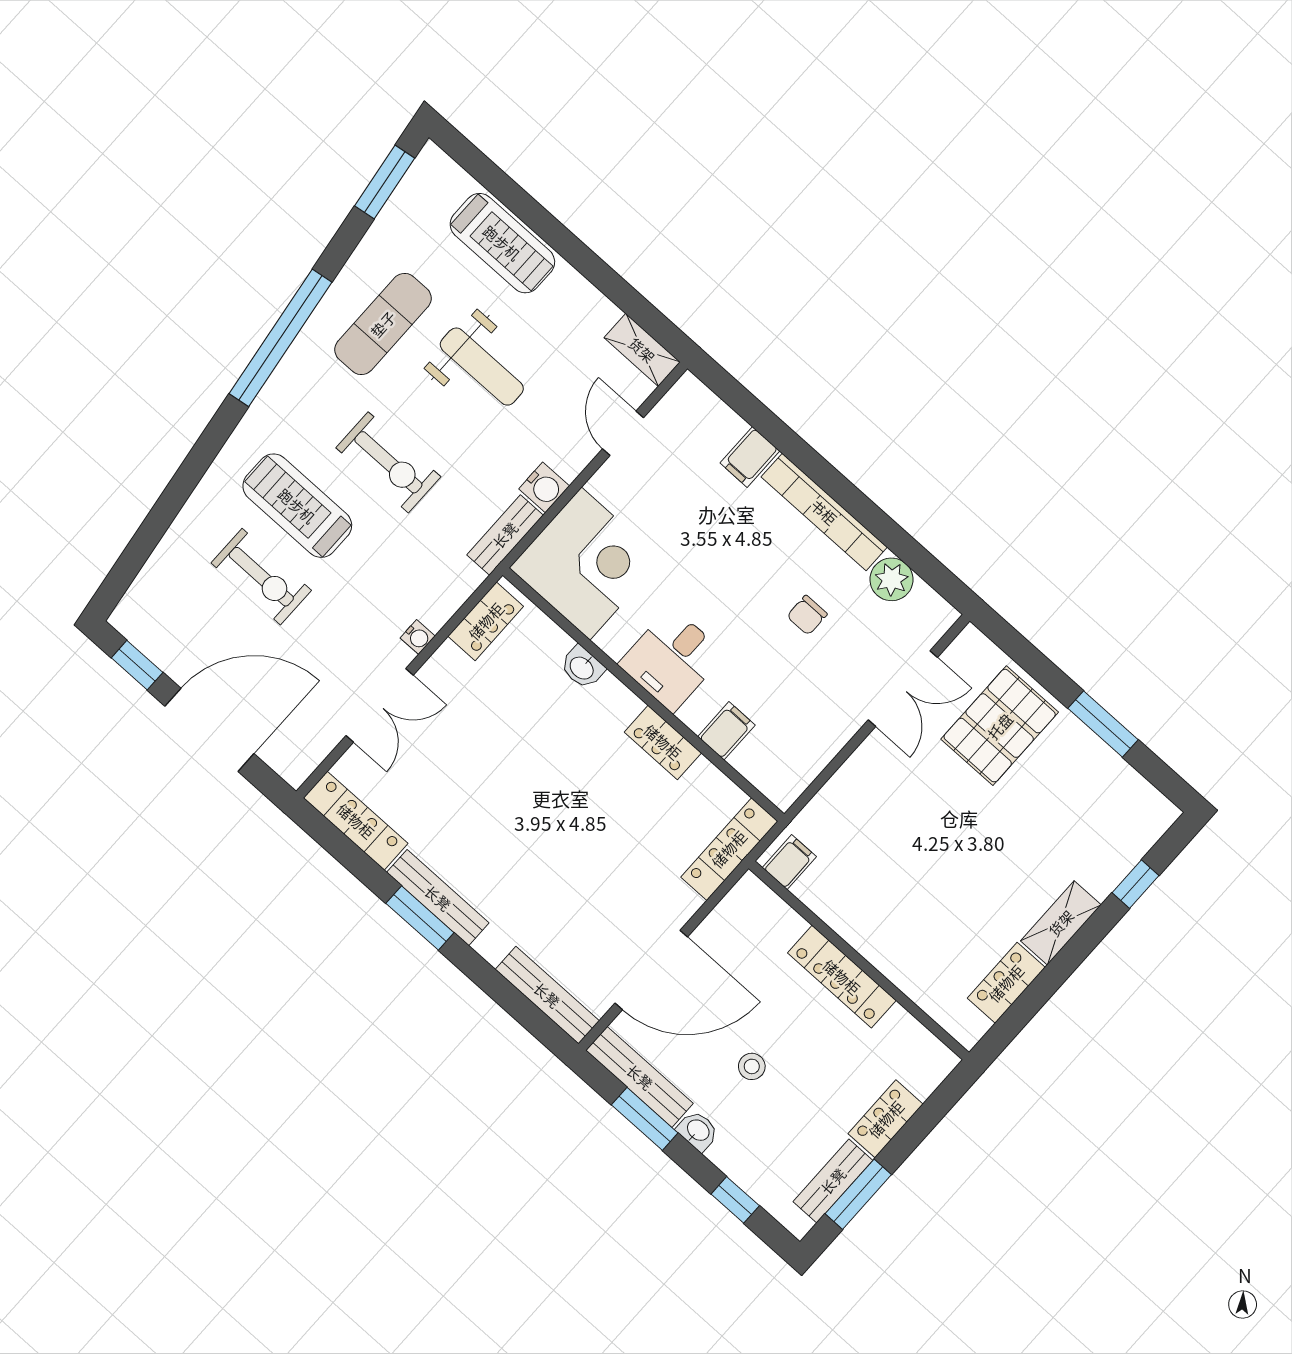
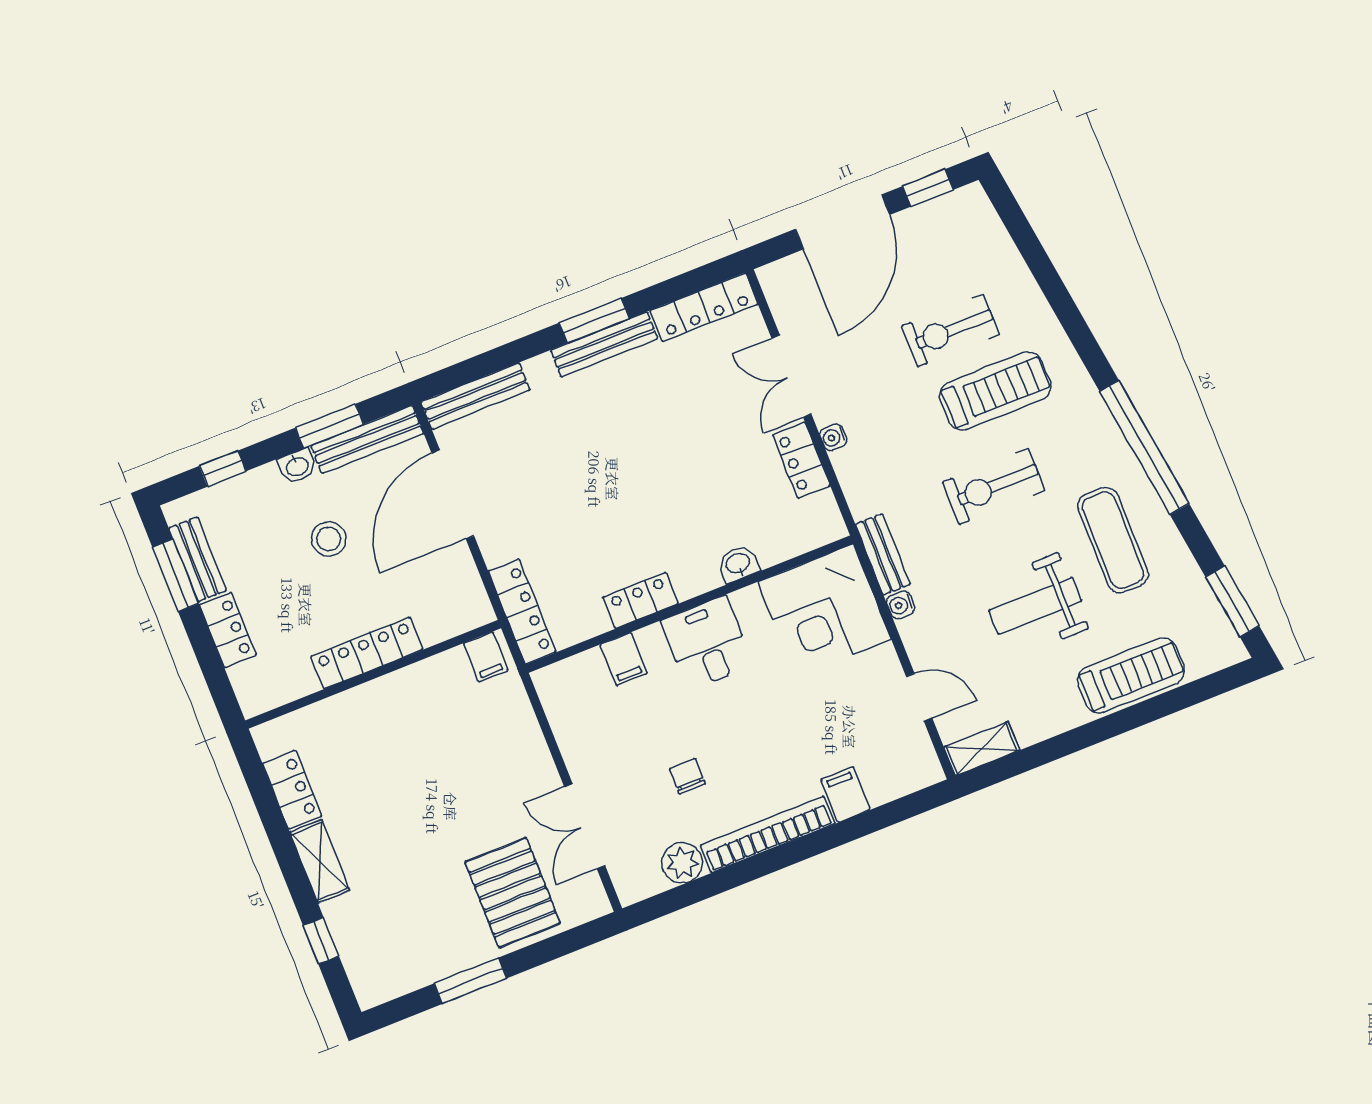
treadmill: (502, 243) -> (1131, 675), turned 180
water cooler: (544, 487) -> (901, 605), width x0.72, depth x0.72
locker: (486, 621) -> (801, 460), moved
stool: (752, 1066) -> (329, 539), width x1.37, depth x1.37

